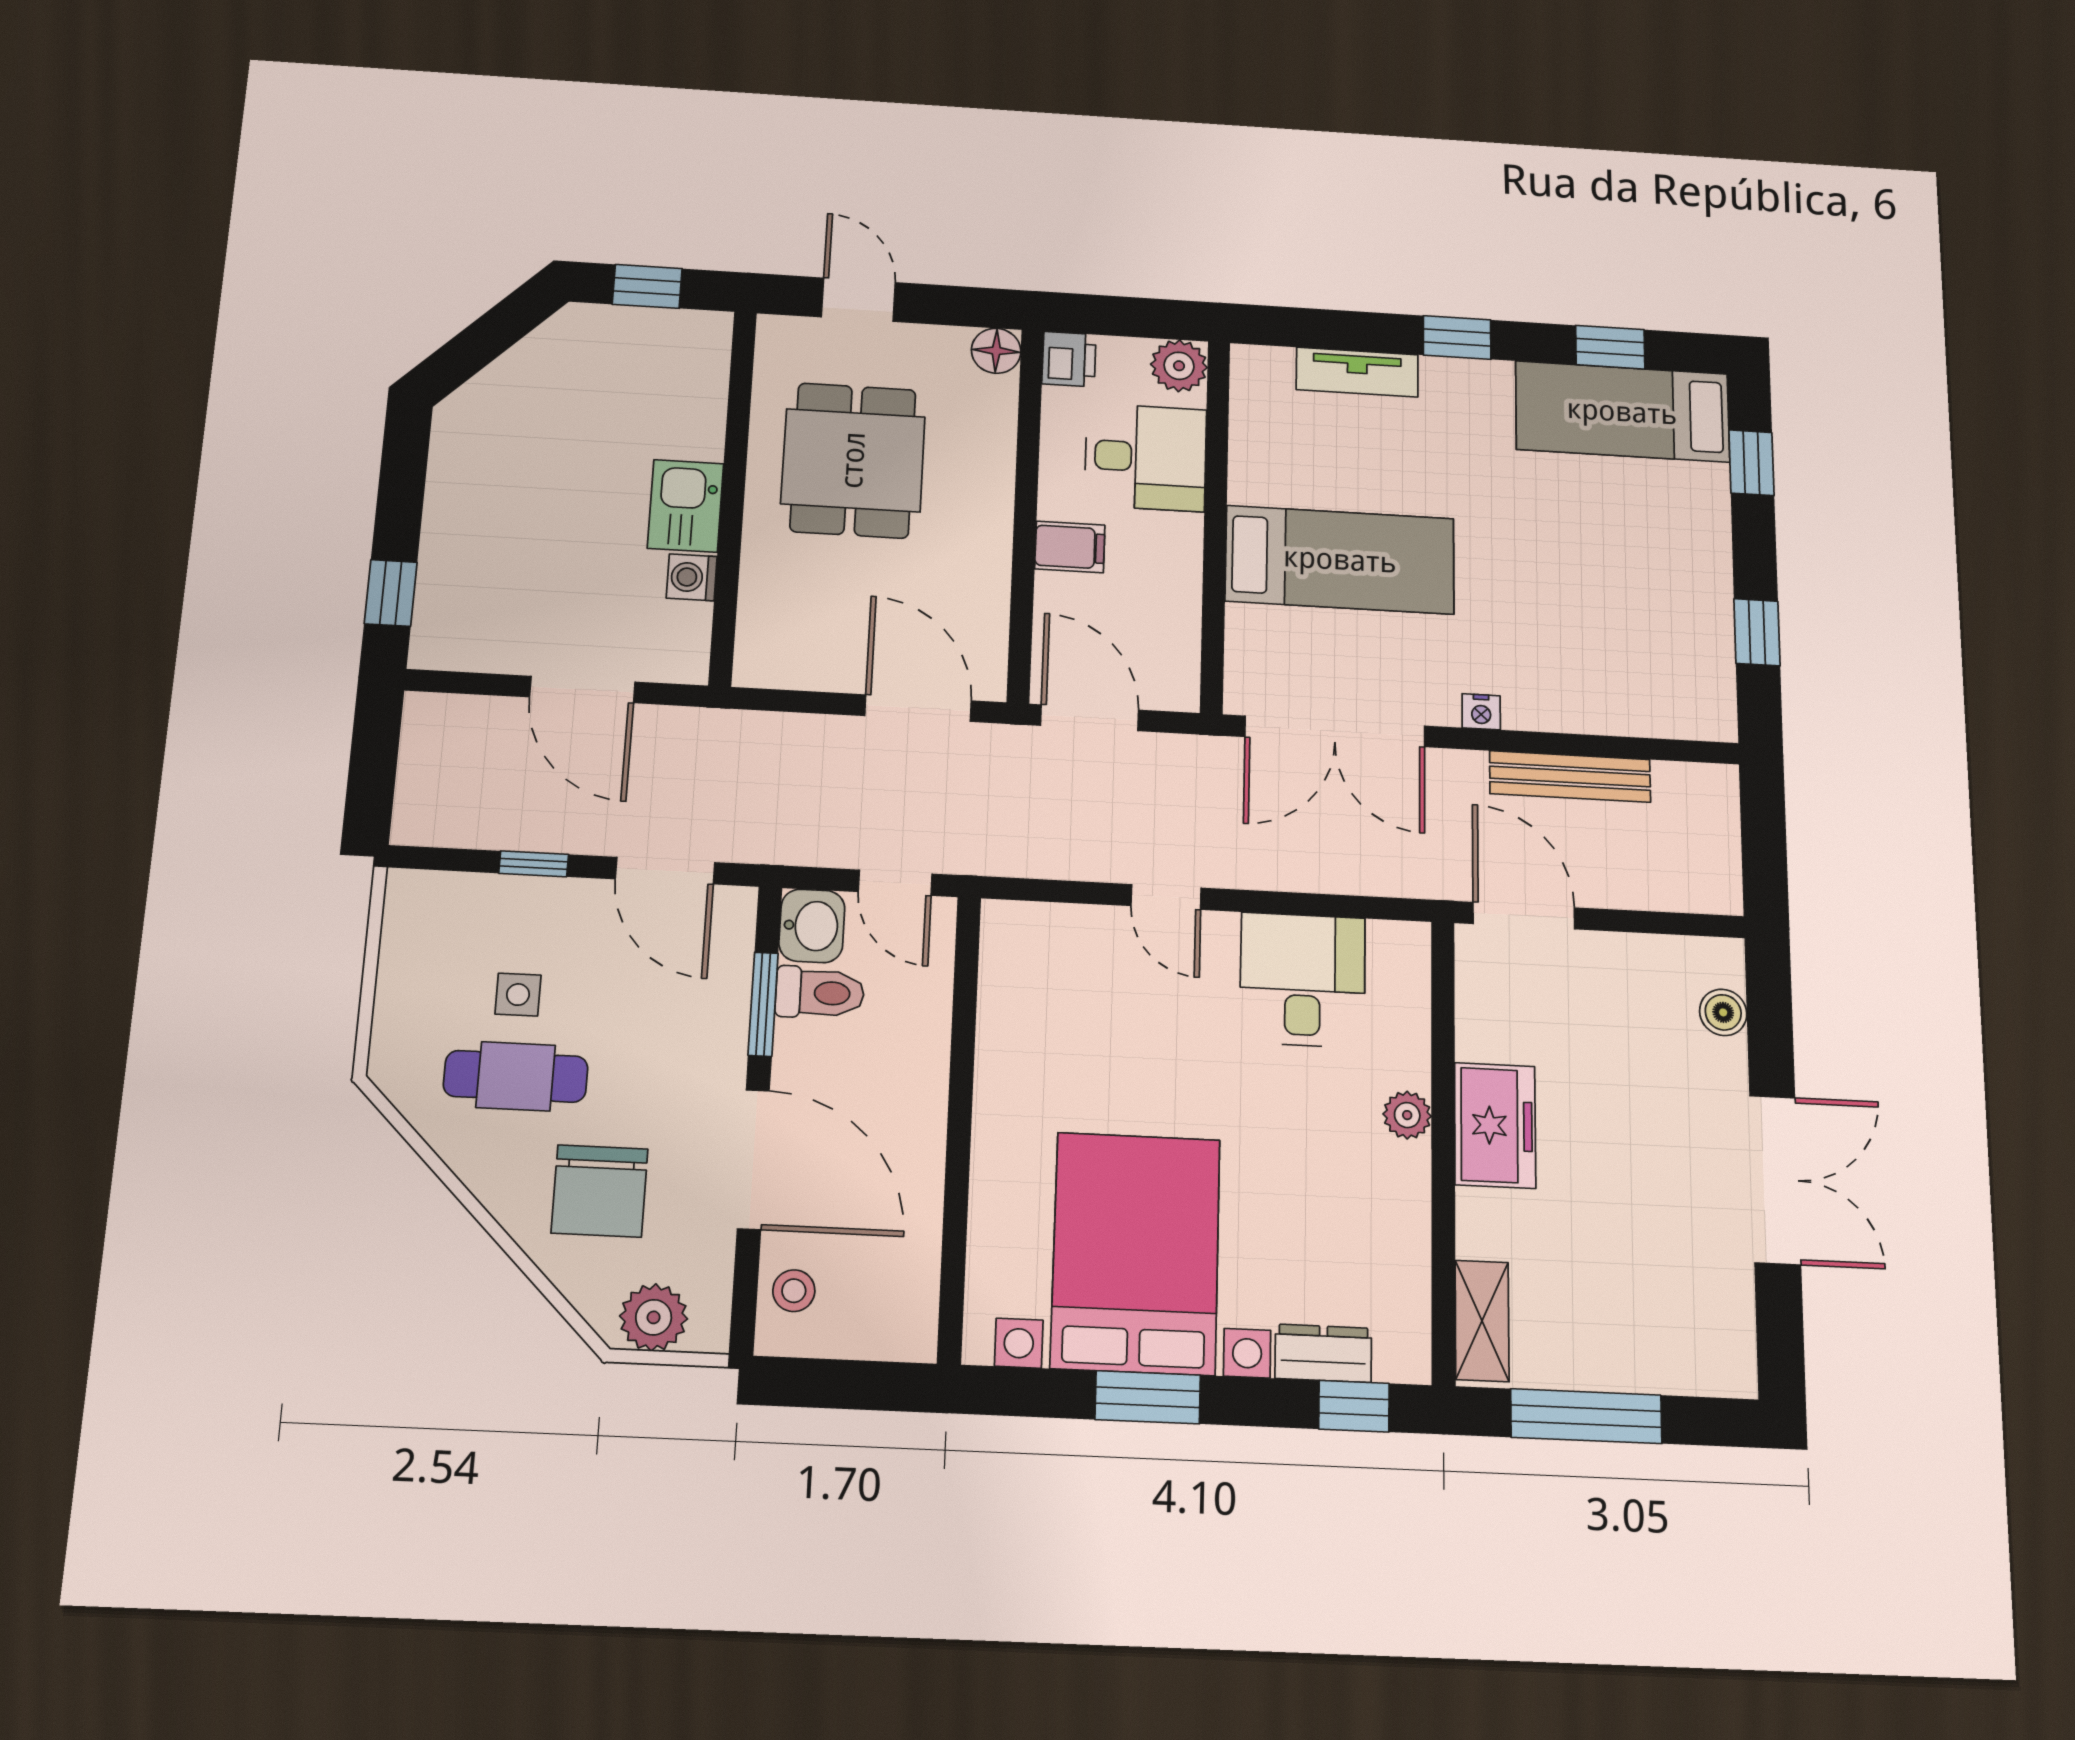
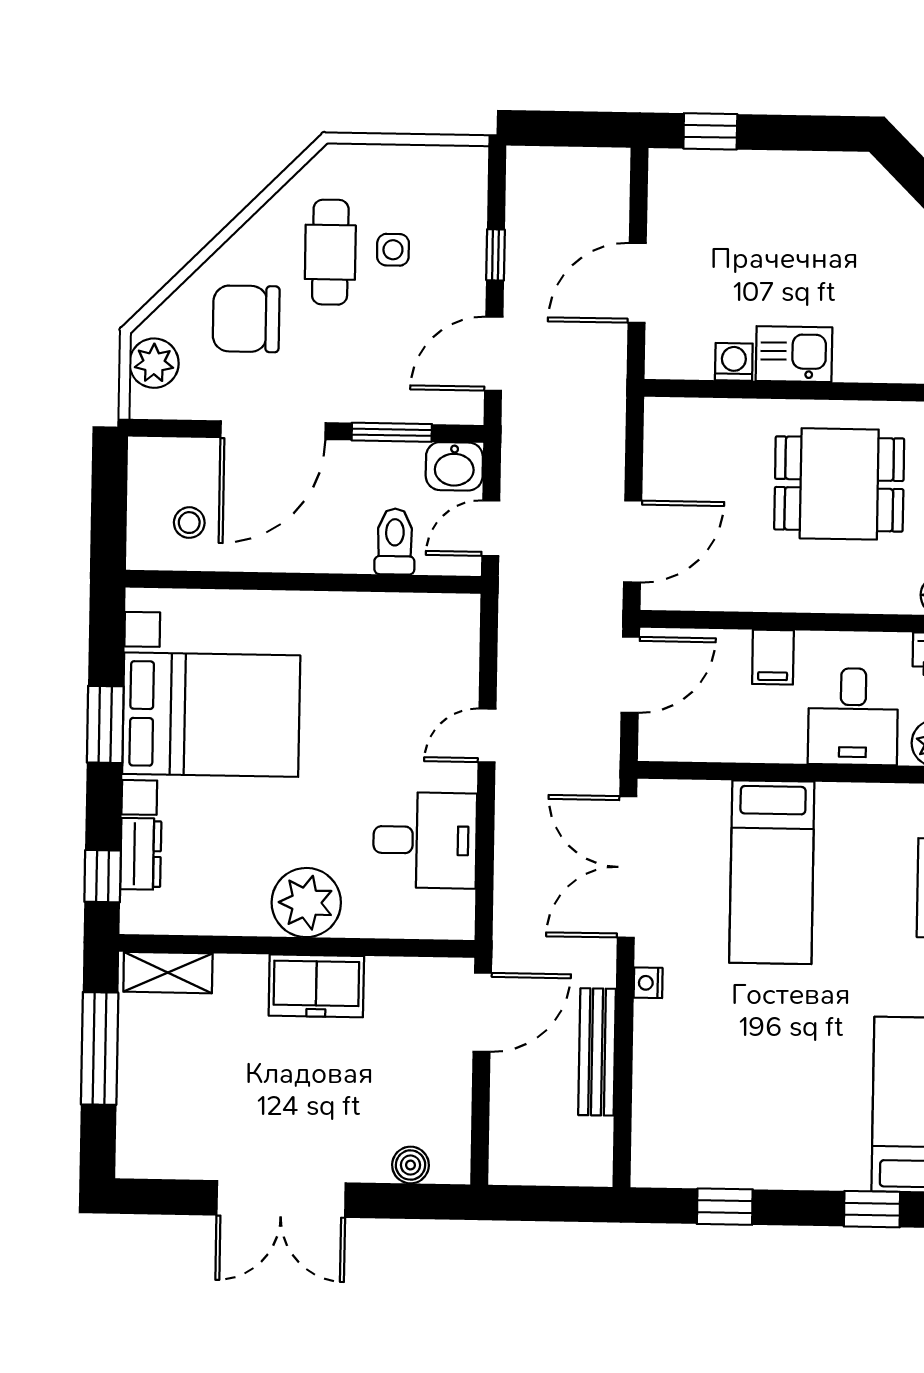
toilet: (820, 993) -> (395, 542), moved, turned 180
plant: (1407, 1115) -> (306, 903), width x1.88, depth x1.88
stool: (794, 1291) -> (189, 523), moved

